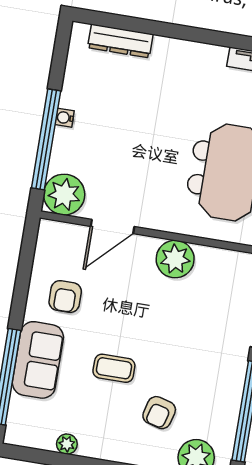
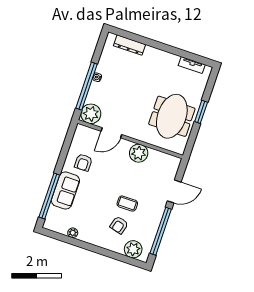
coffee table: (114, 368) -> (127, 204), moved

